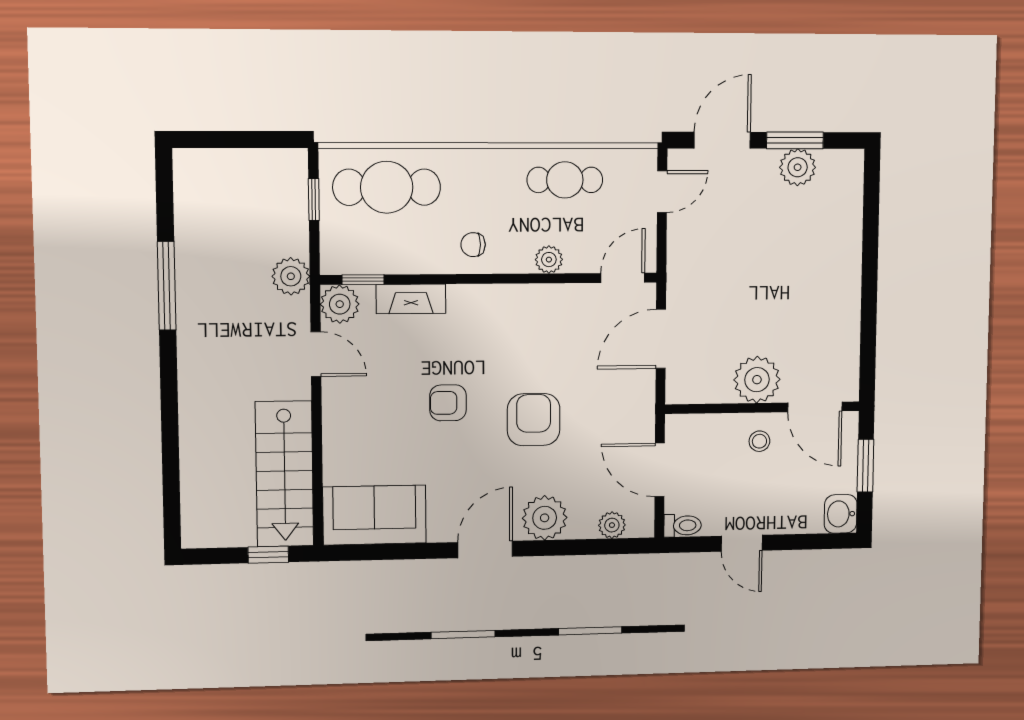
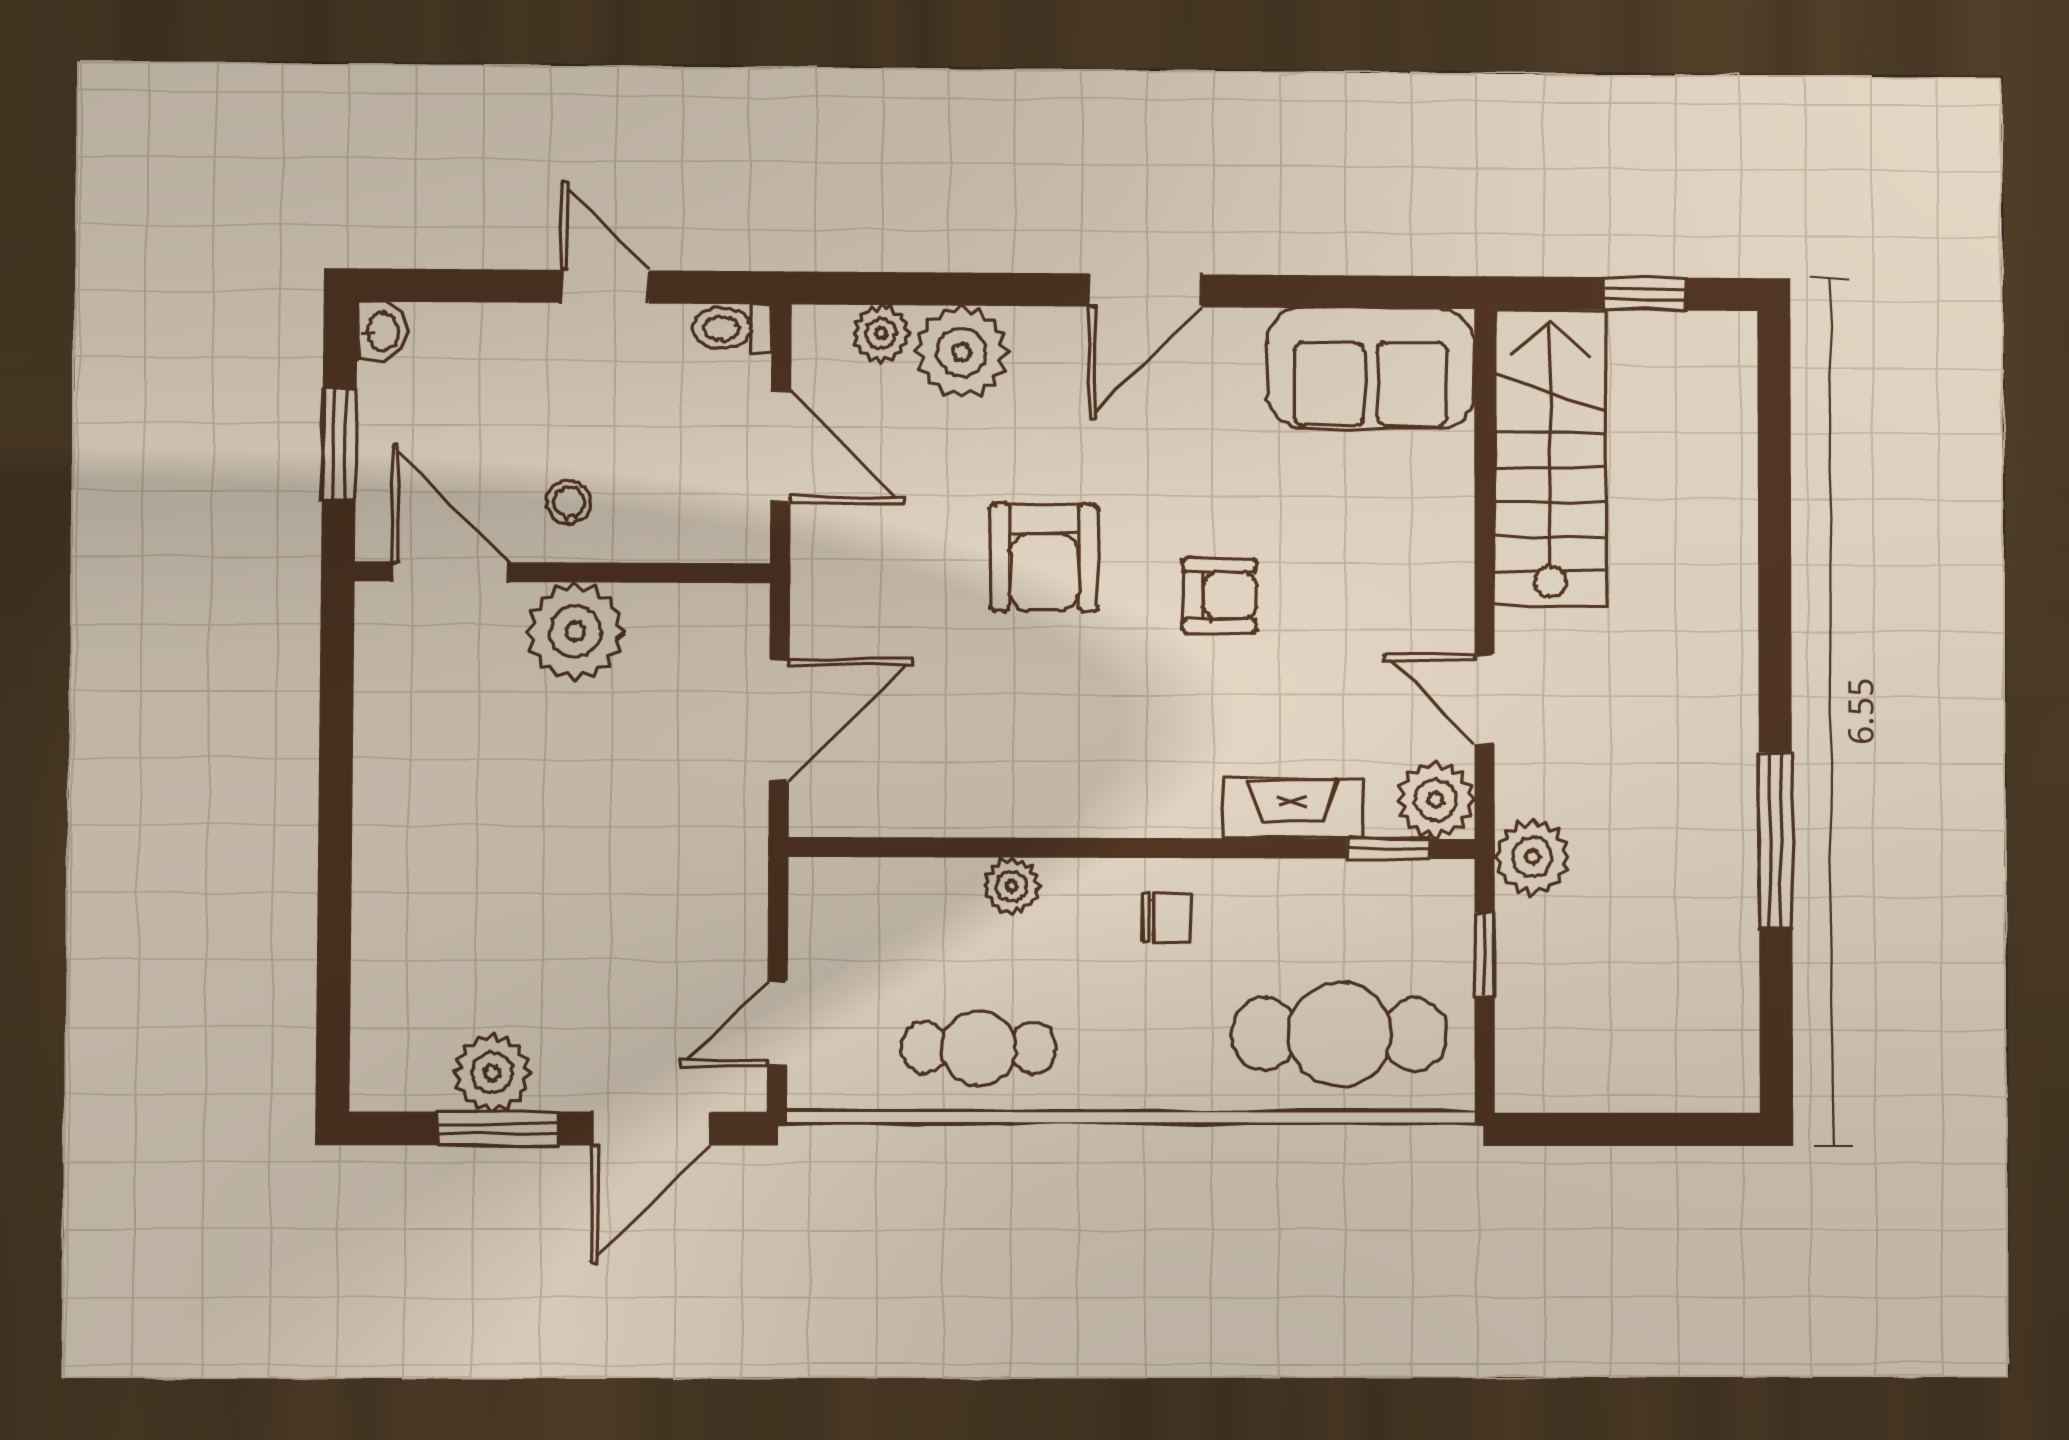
window: (314, 200) -> (1485, 955), moved
door: (623, 278) -> (859, 847), removed
washbasin: (841, 514) -> (381, 332), width x0.72, depth x0.69
plant: (545, 518) -> (962, 352), moved
window: (268, 555) -> (1645, 294), moved

